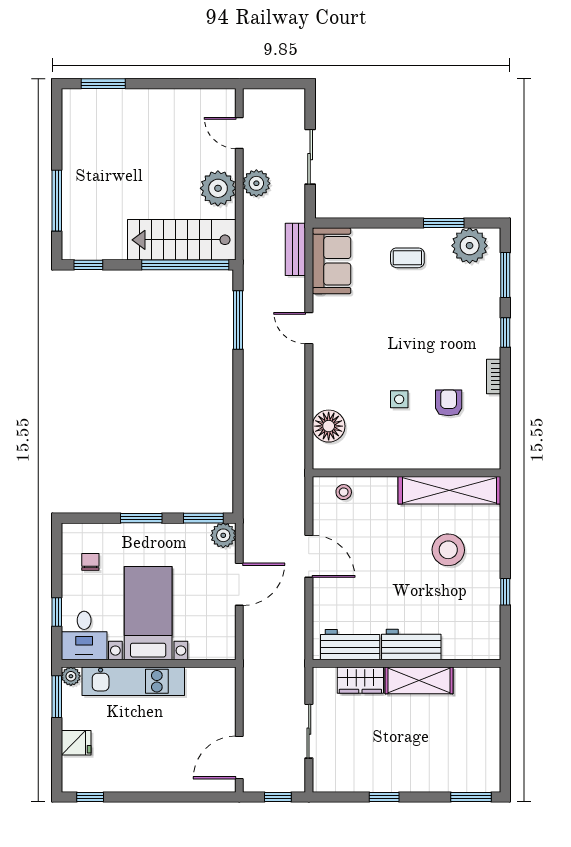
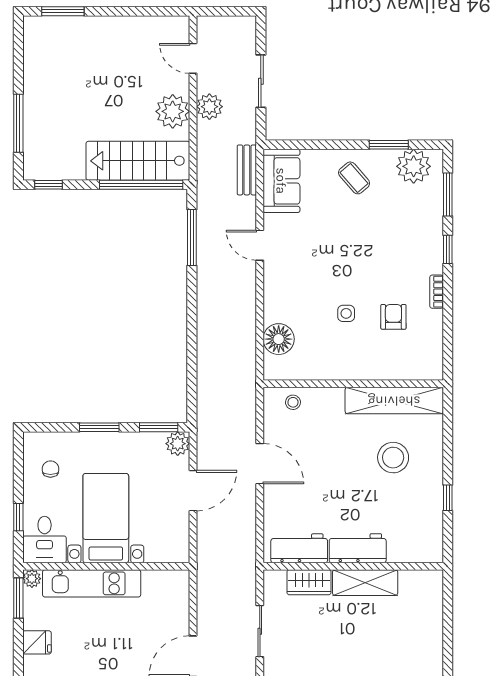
coffee table: (407, 258) -> (354, 178), turned 49

